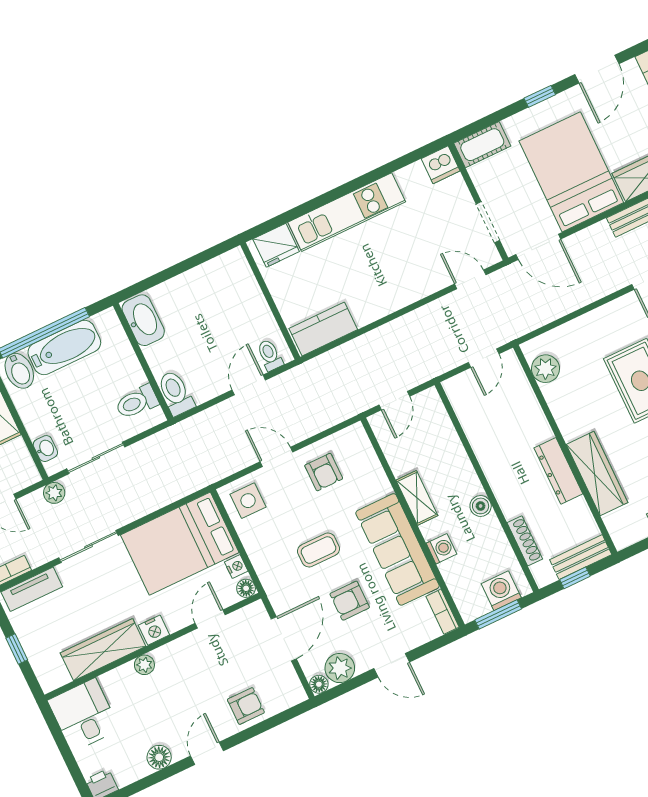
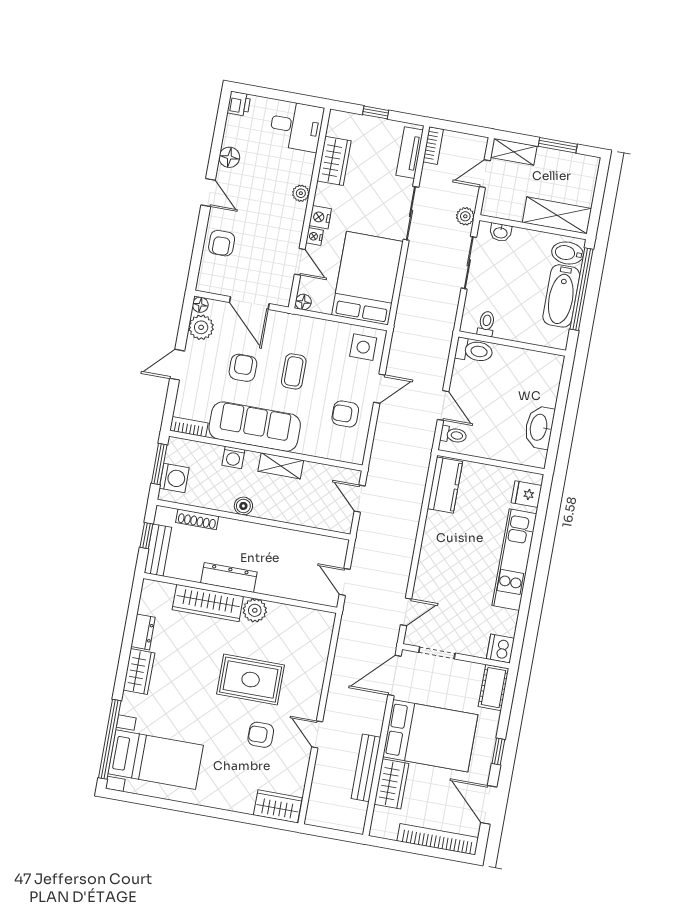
fridge: (276, 245) -> (527, 494), width x0.72
washbasin: (143, 320) -> (539, 427), moved, turned 90
plant: (545, 369) -> (255, 610), moved
toilet: (137, 402) -> (486, 324), width x0.73, depth x0.72
nightstand: (236, 566) -> (315, 236), moved, turned 90
wardrobe: (103, 650) -> (334, 161), width x0.67

